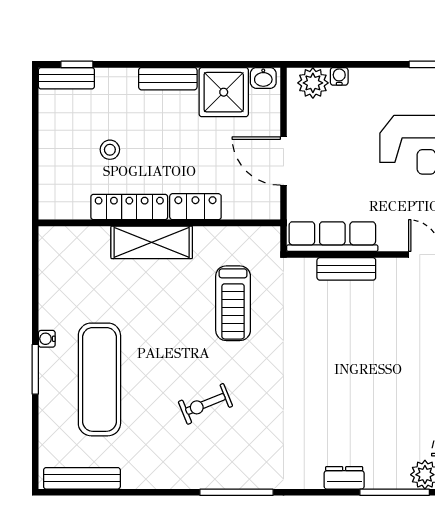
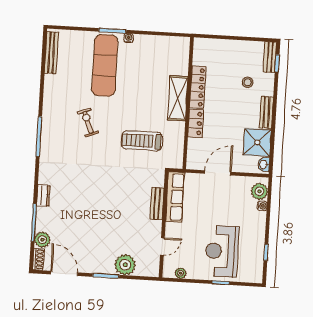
stool: (110, 150) -> (248, 82), moved
exercise mat: (99, 379) -> (105, 65), turned 90

